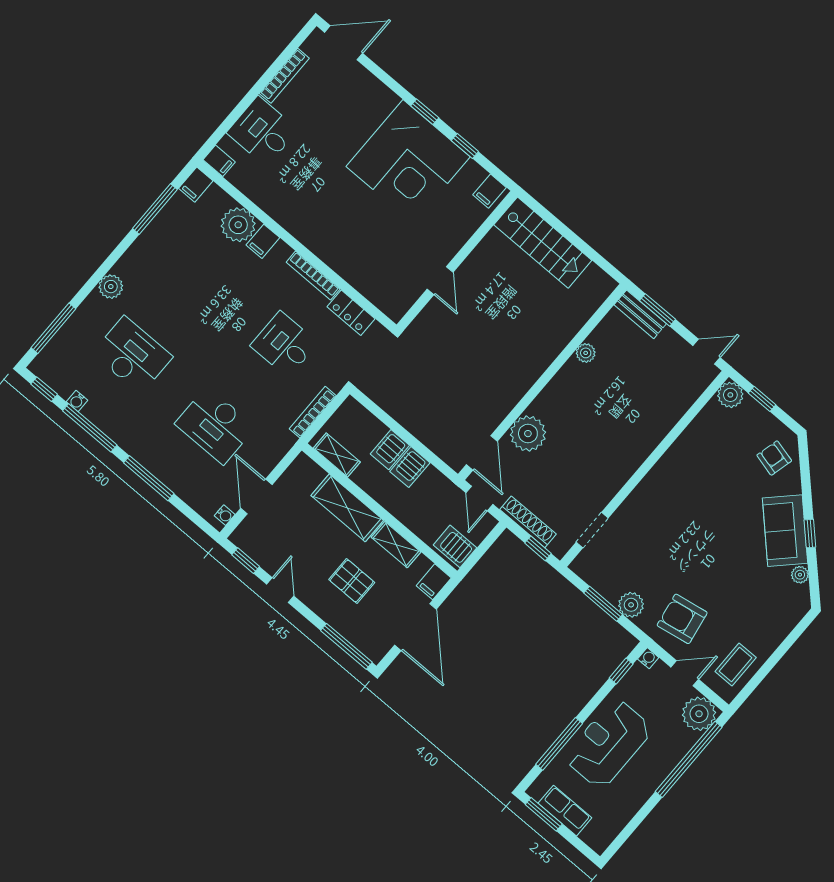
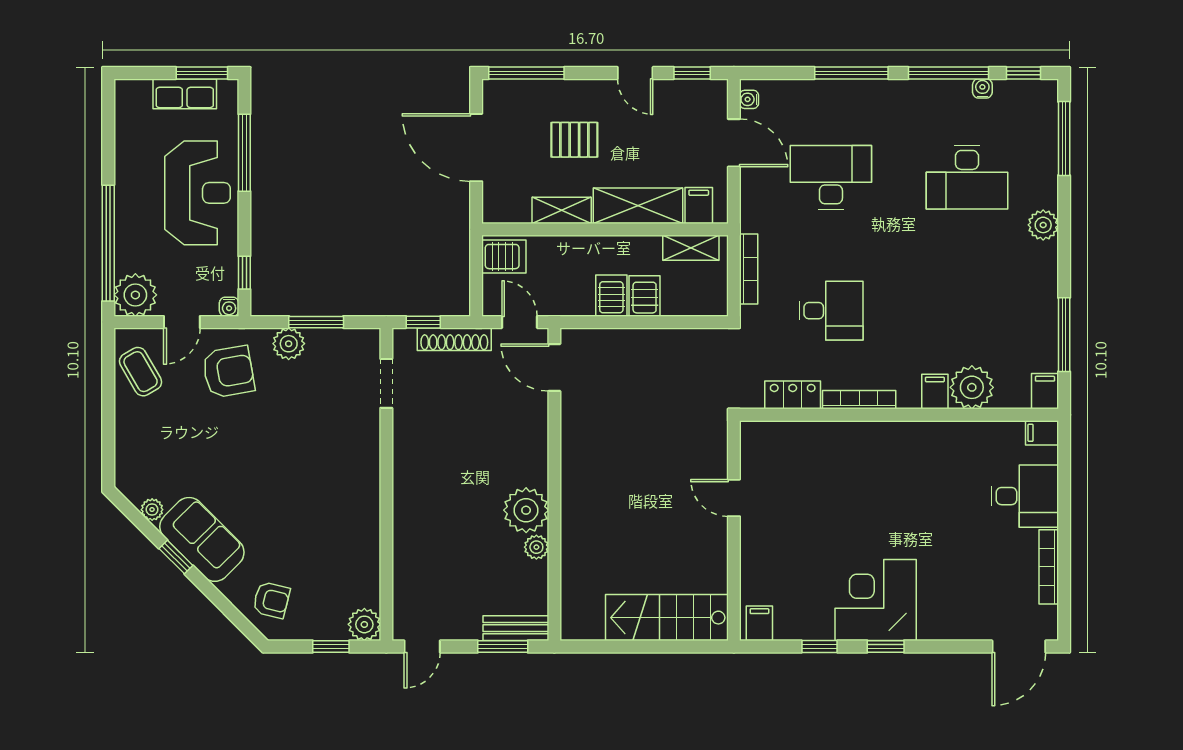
corner desk: (408, 162) -> (876, 600), width x0.74, depth x0.74
plant: (528, 434) -> (526, 510), moved
filing cabinet: (434, 582) -> (699, 205), moved
coffee table: (736, 664) -> (141, 372), turned -30

